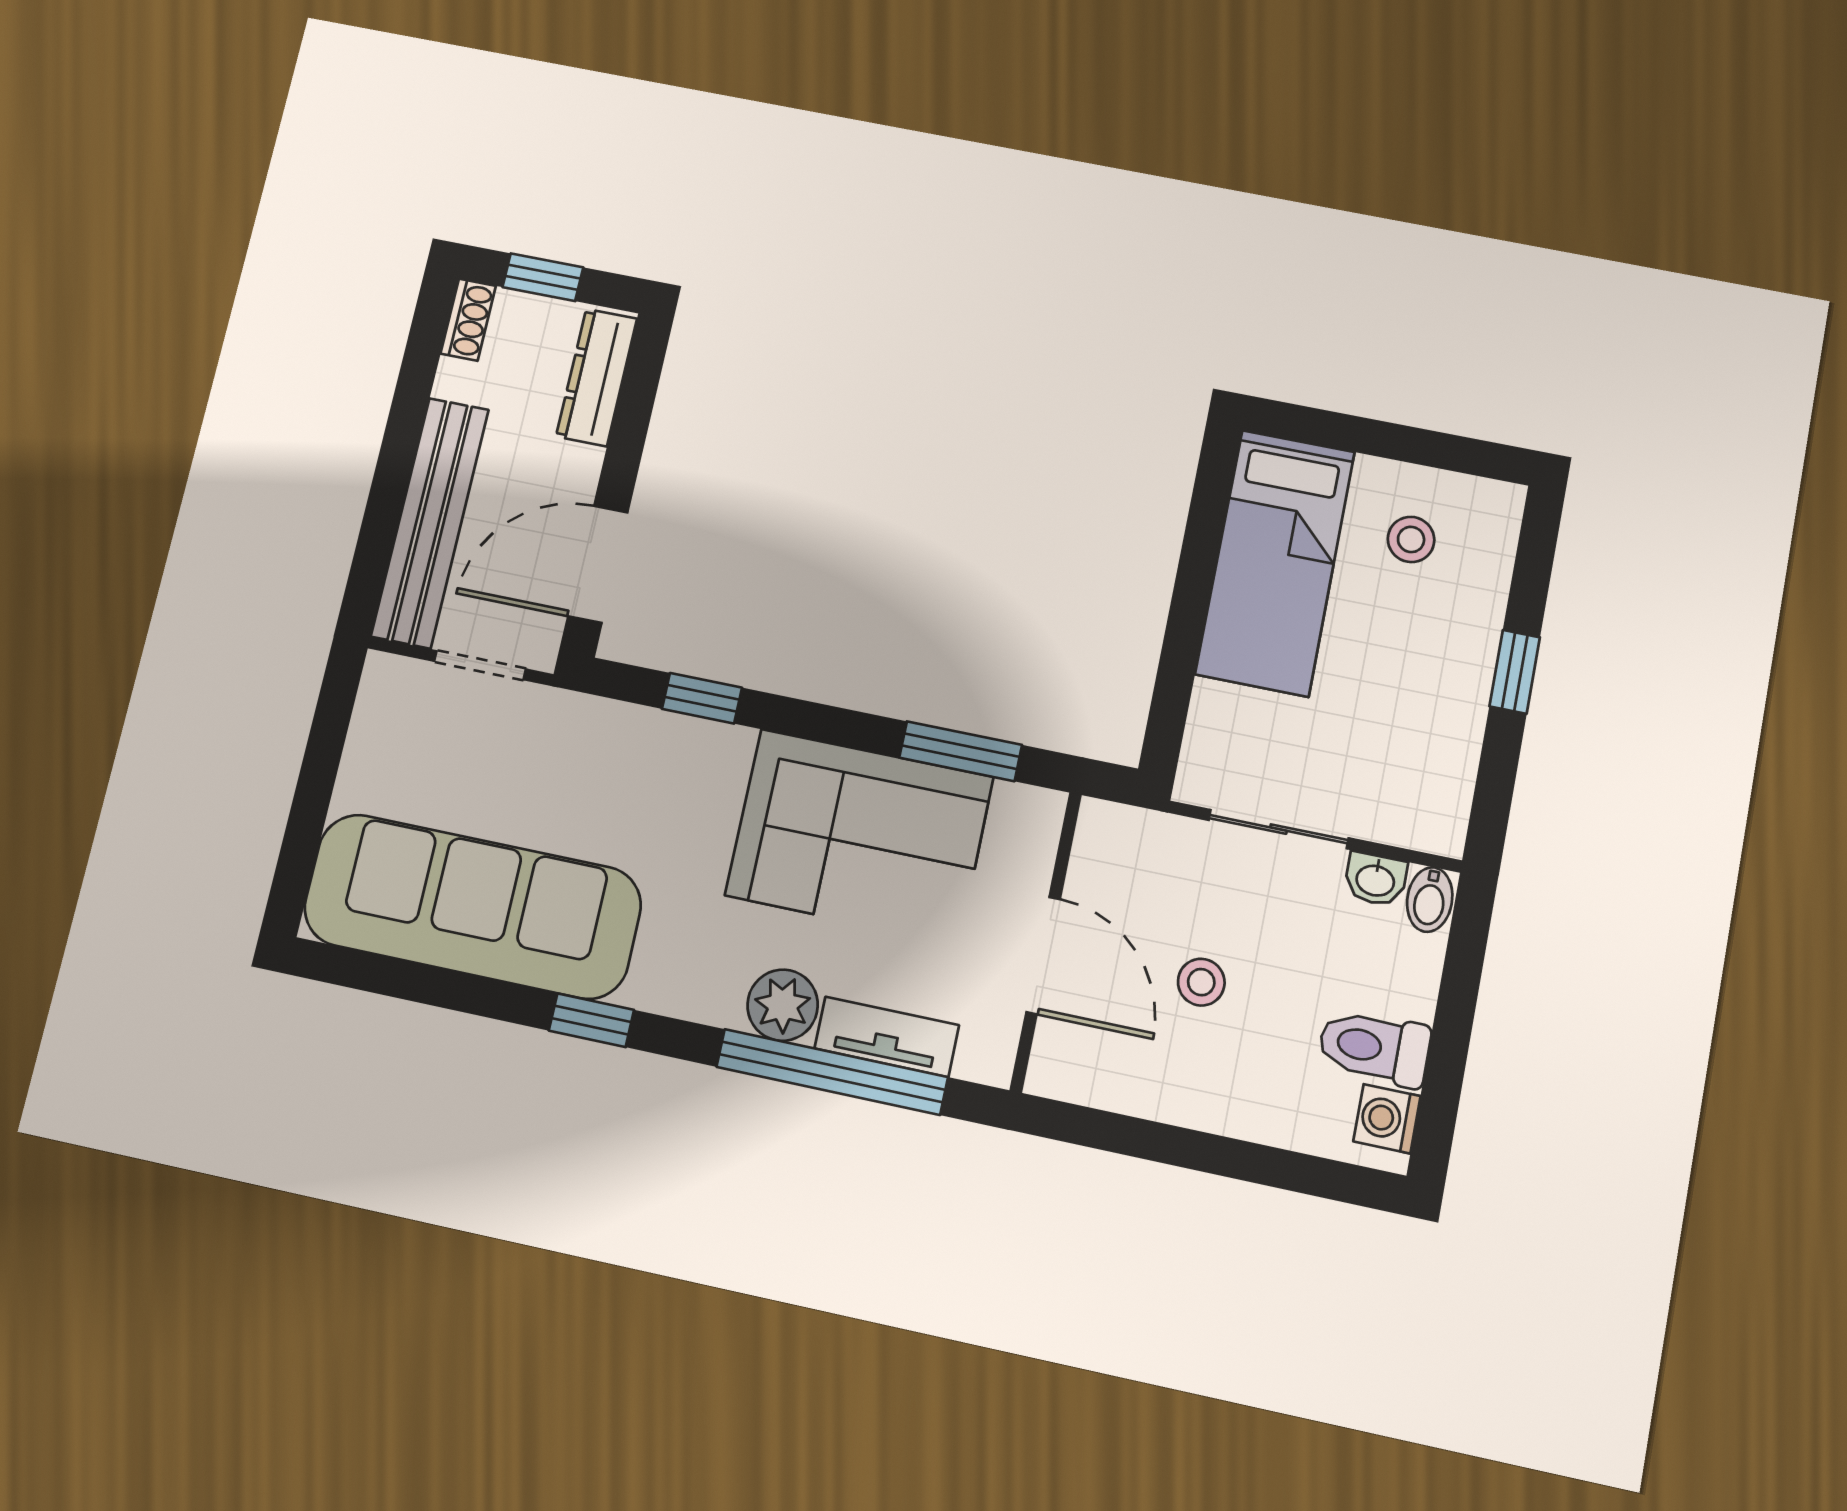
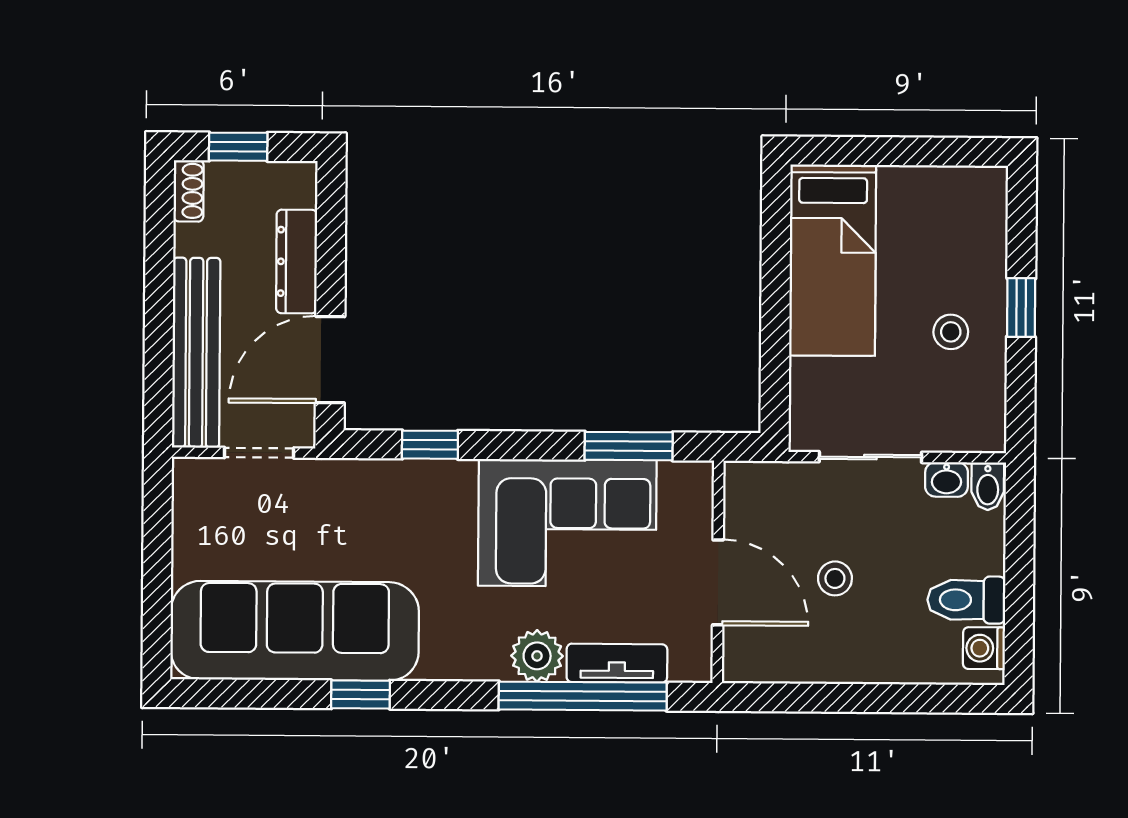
dresser: (597, 377) -> (297, 261), moved
stool: (1411, 539) -> (951, 332), moved
window: (591, 1020) -> (361, 694), moved

